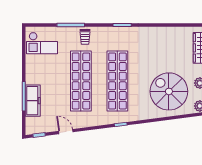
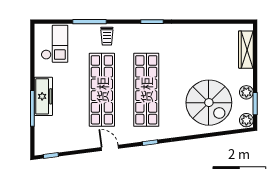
checkout: (42, 43) -> (55, 44), turned -90
spiral stairs: (169, 91) -> (209, 103), turned 180
freezer: (33, 101) -> (43, 96), moved
door: (66, 132) -> (110, 148), moved

